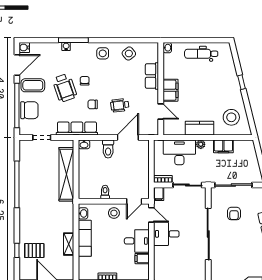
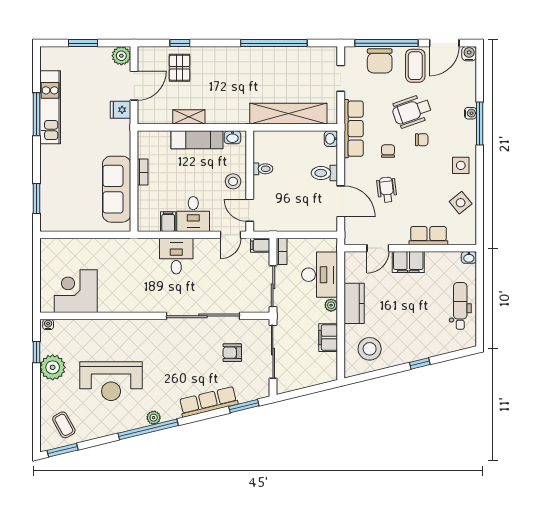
door: (17, 65) -> (444, 43), hinge flipped
desk: (166, 234) -> (176, 256), moved

